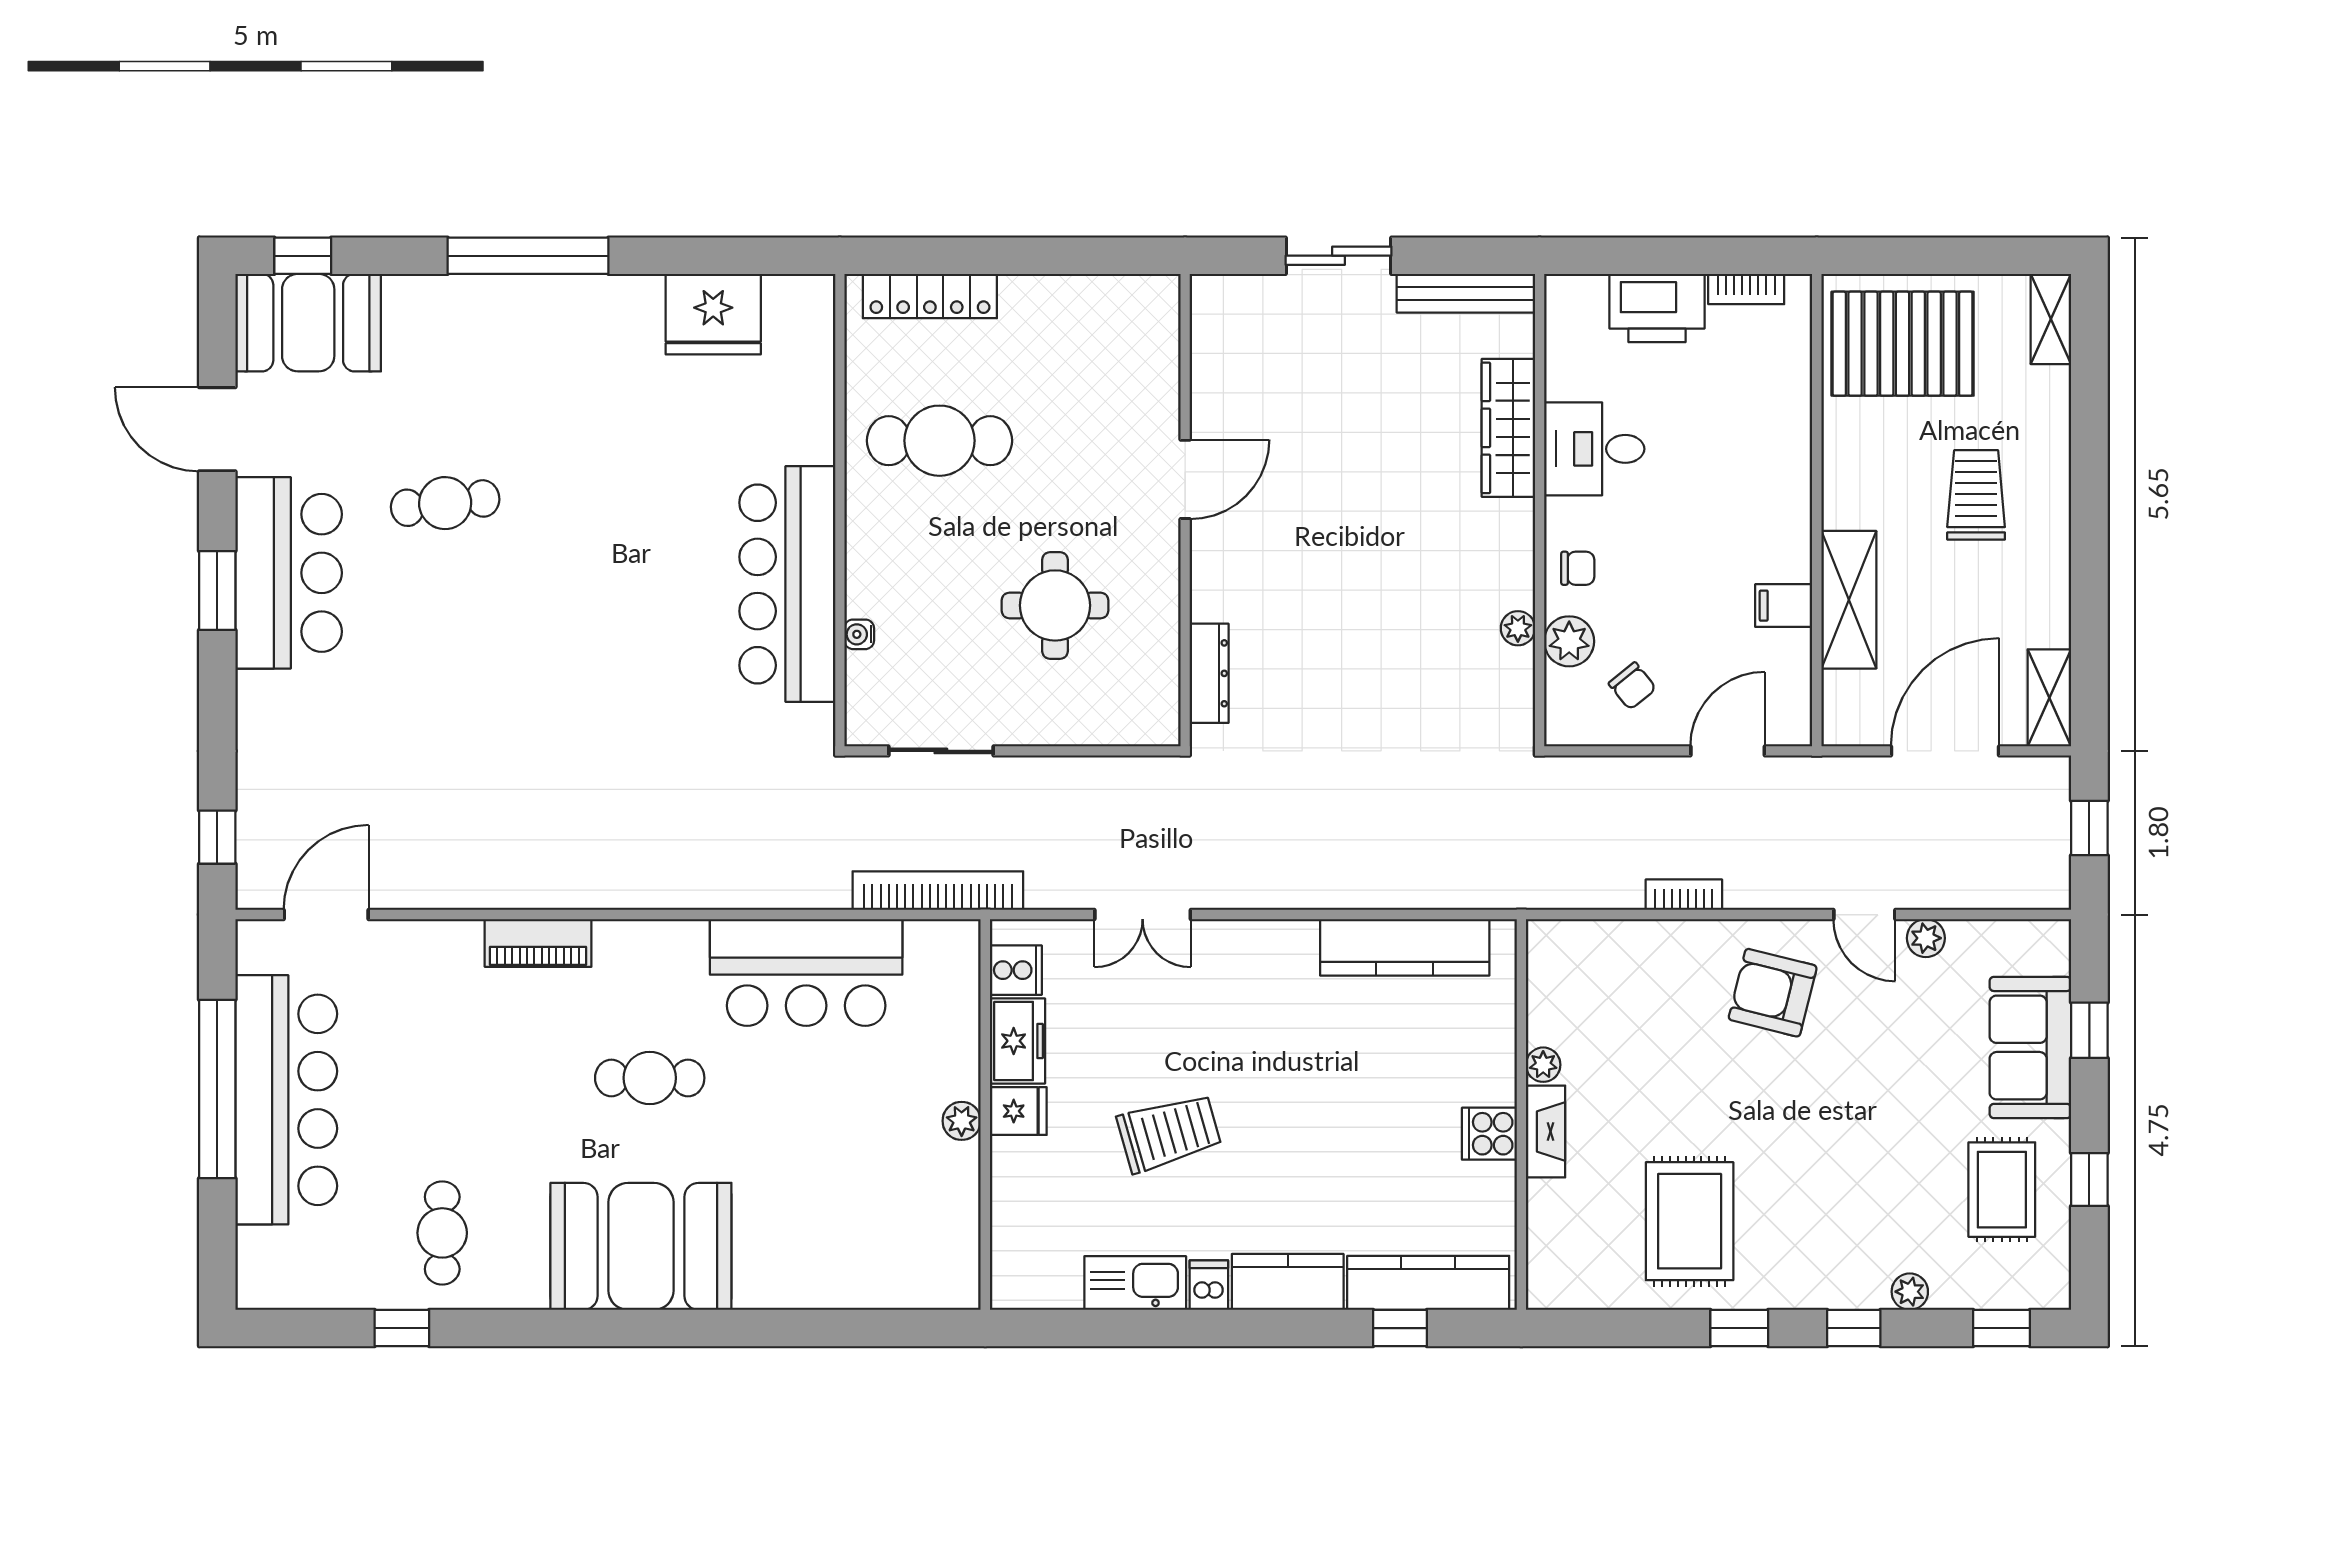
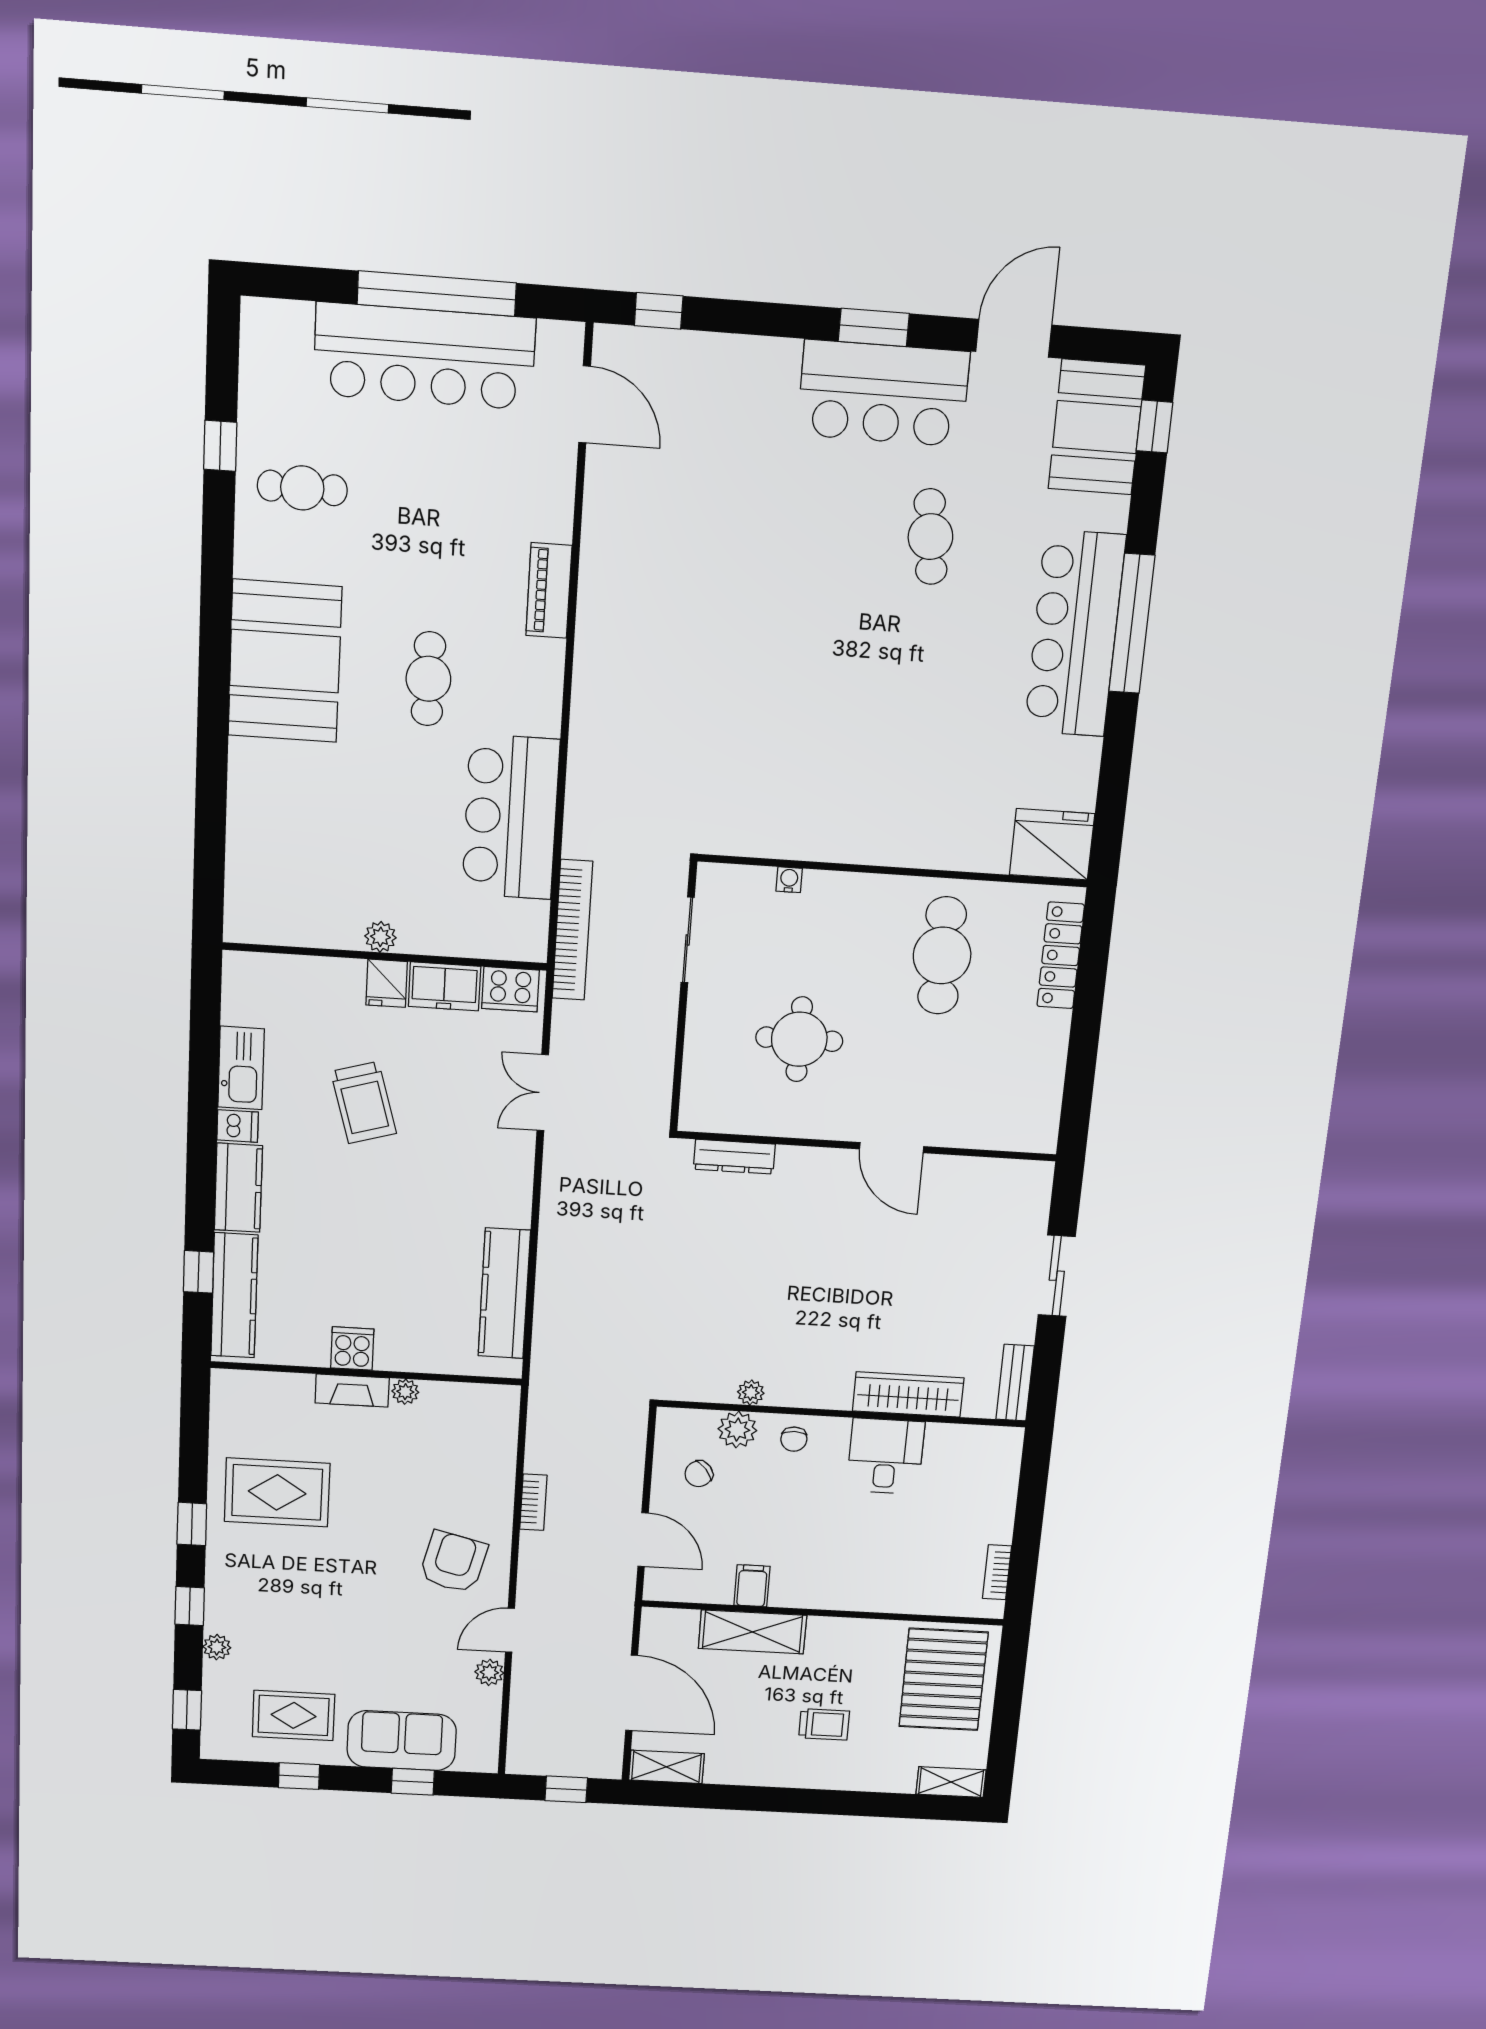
bench: (1466, 293) -> (1015, 1383), width x0.73
printer: (1657, 308) -> (990, 1508), removed
fridge: (713, 314) -> (1052, 844), moved, turned 90
trolley: (1976, 495) -> (824, 1724), width x0.73, depth x0.72
bar counter: (787, 584) -> (1075, 634), moved, turned -90
cooker: (1016, 970) -> (511, 989), width x1.36

